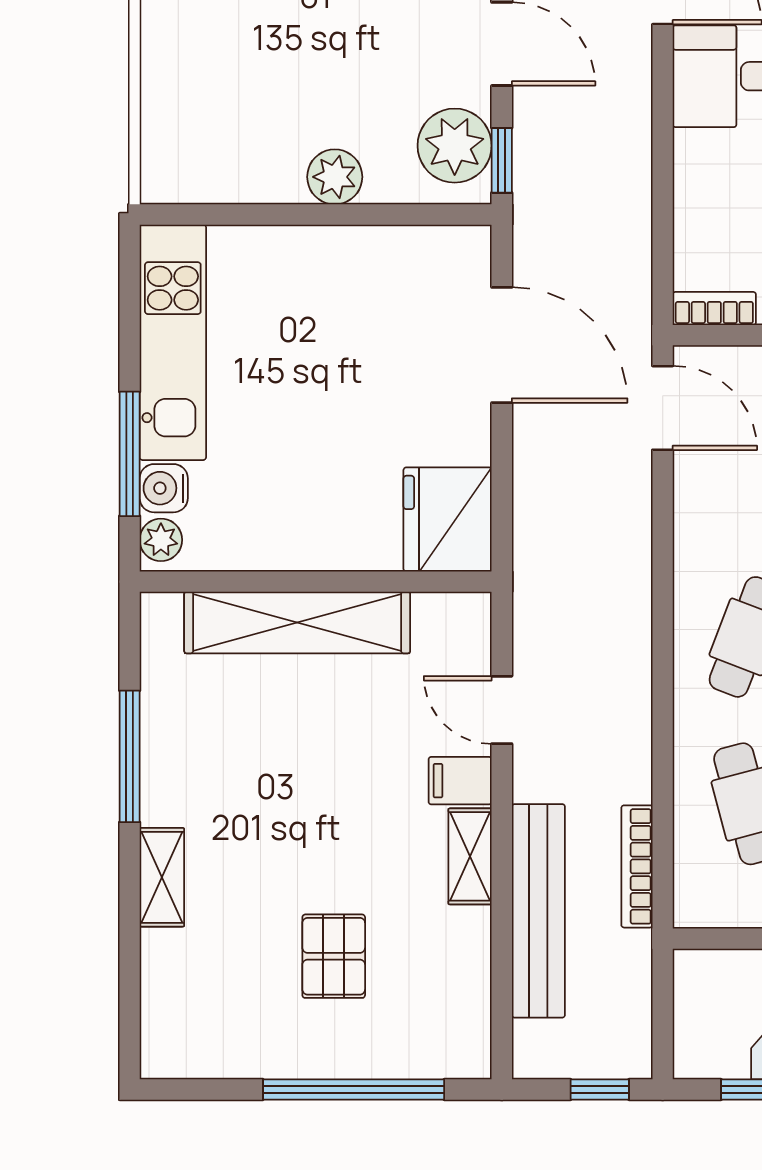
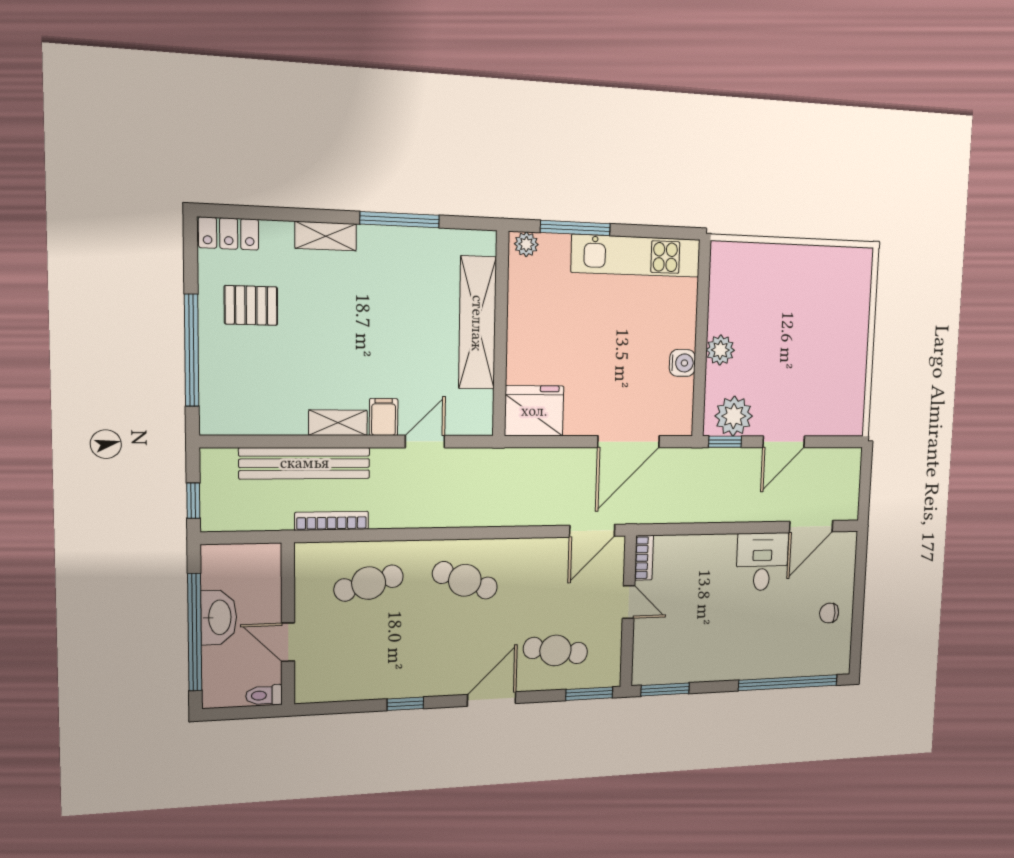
water cooler: (164, 488) -> (682, 363), moved, turned 90
pallet: (334, 956) -> (251, 305), moved
locker: (164, 1031) -> (229, 233), added

